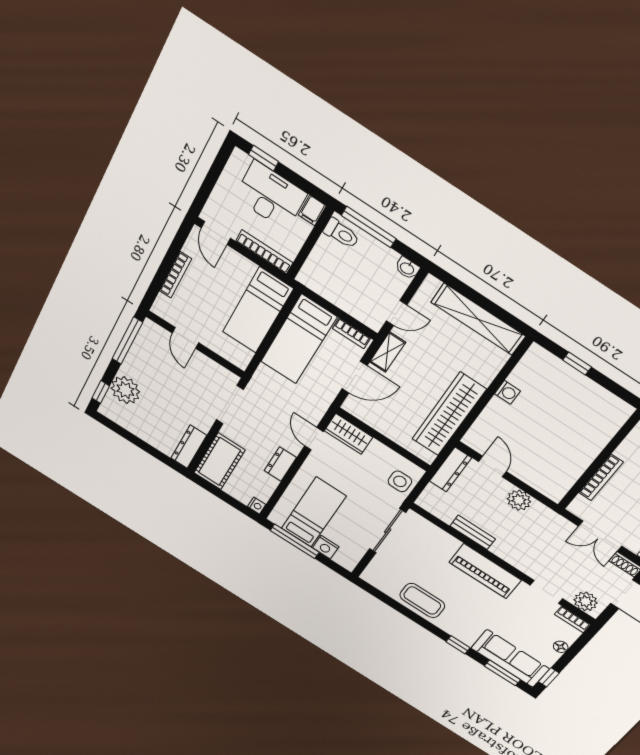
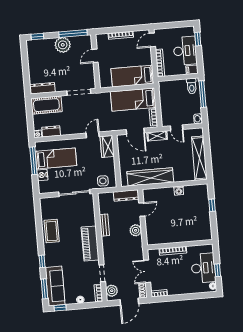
plant: (125, 390) -> (63, 45), moved
dresser: (280, 464) -> (51, 131), moved

